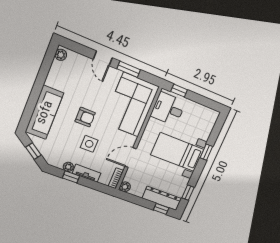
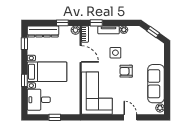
window: (129, 69) -> (109, 117), removed
window: (179, 91) -> (55, 117), moved
desk: (168, 109) -> (39, 100), moved, turned 180
sofa: (44, 112) -> (156, 84), moved
door: (131, 158) -> (81, 54), hinge flipped
window: (71, 177) -> (96, 23), moved
window: (161, 209) -> (62, 23), moved

